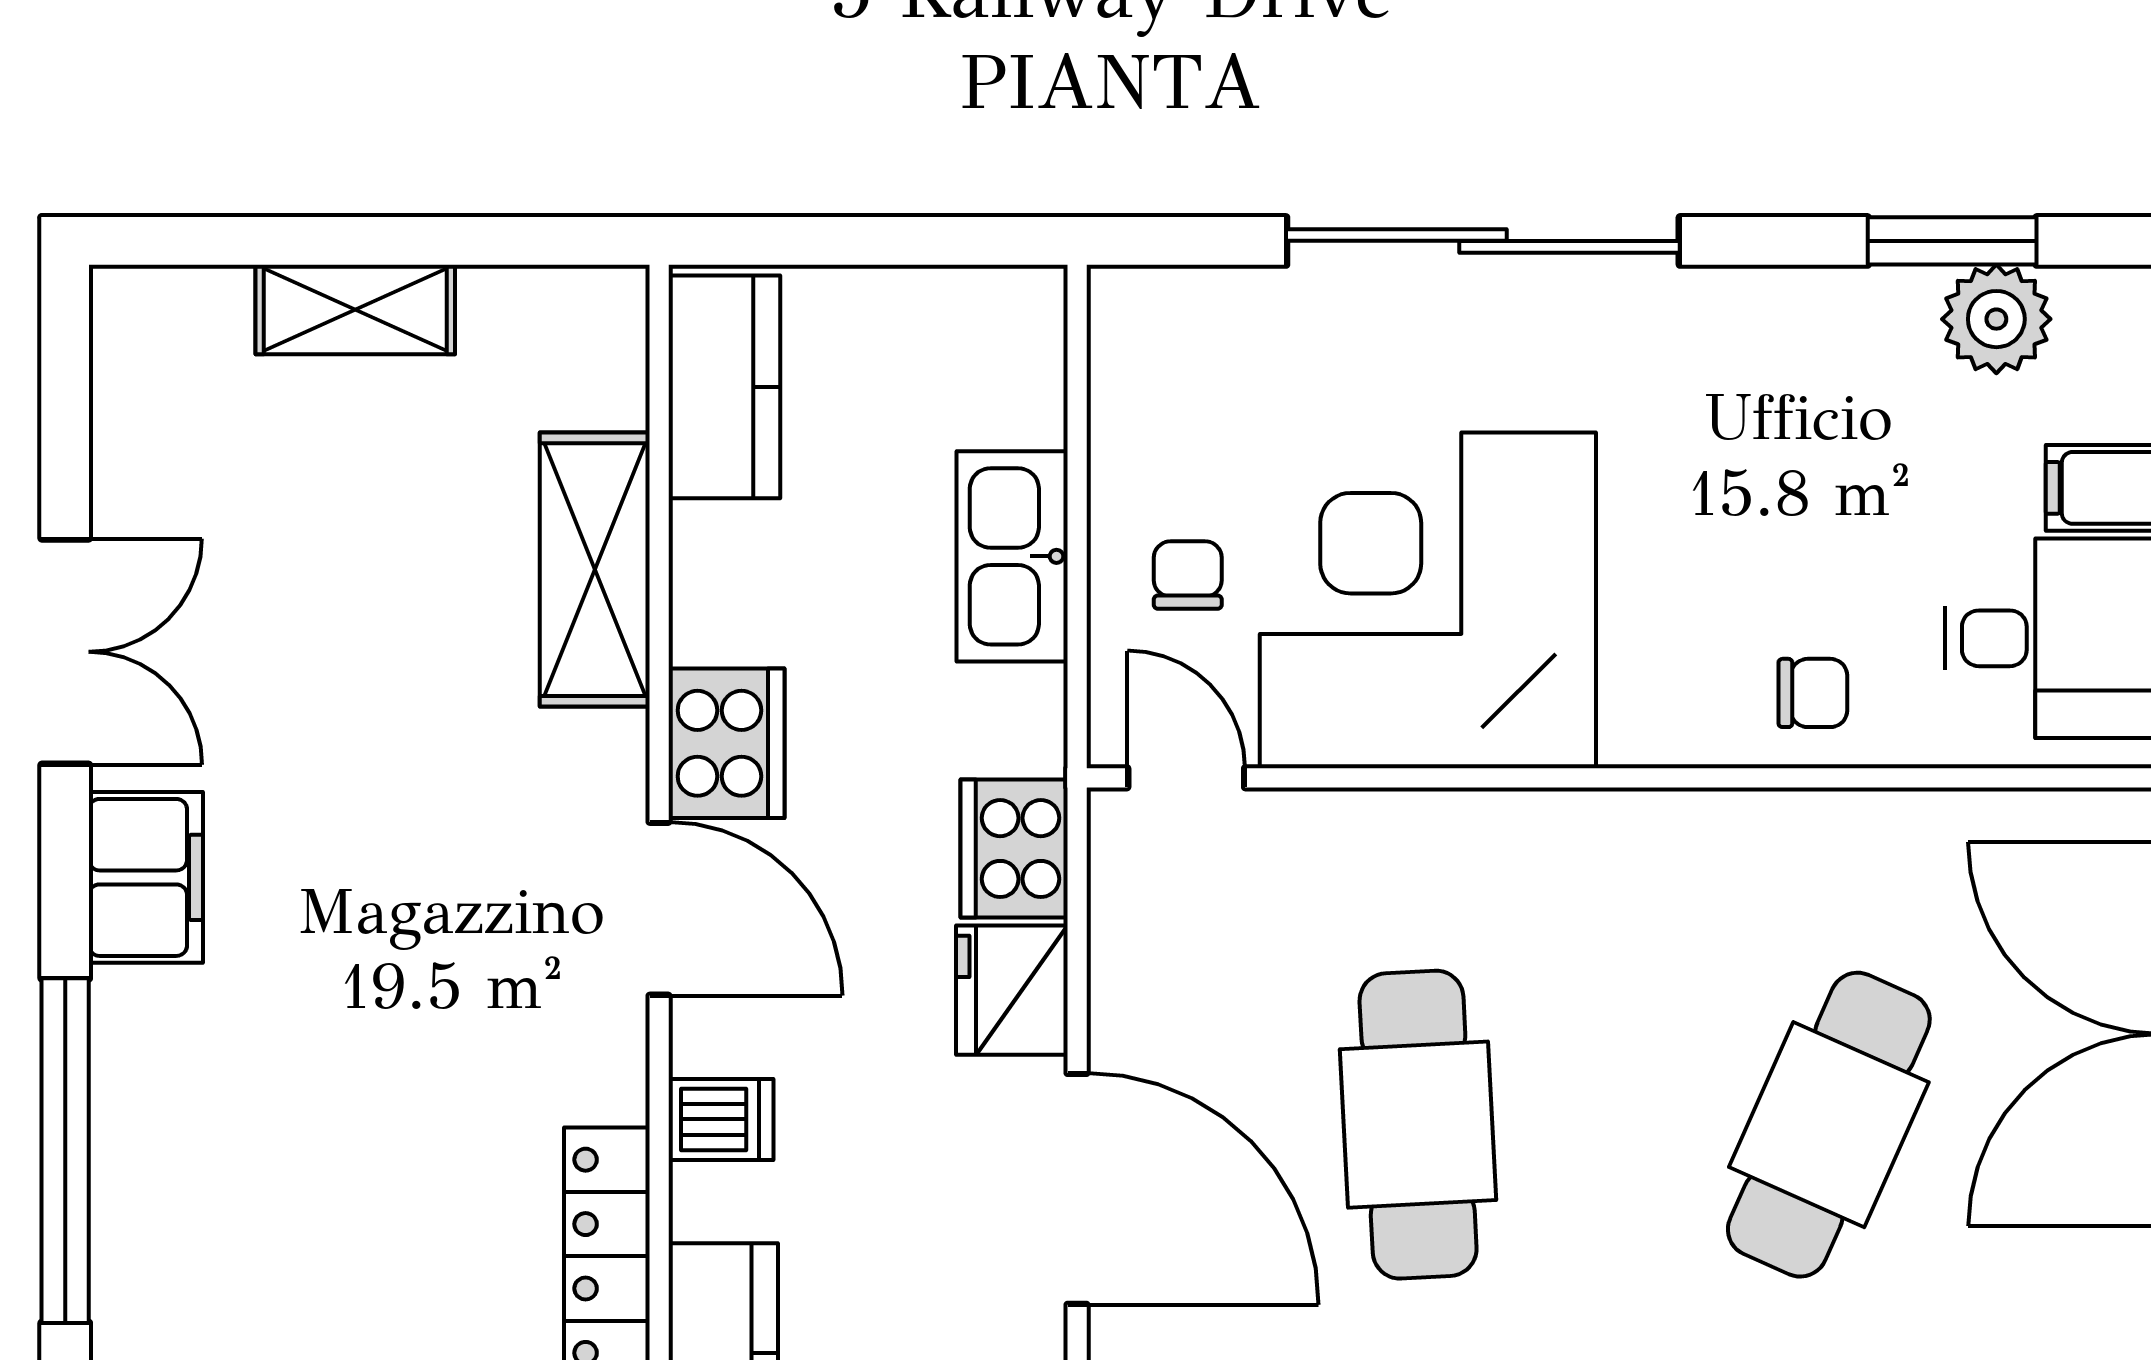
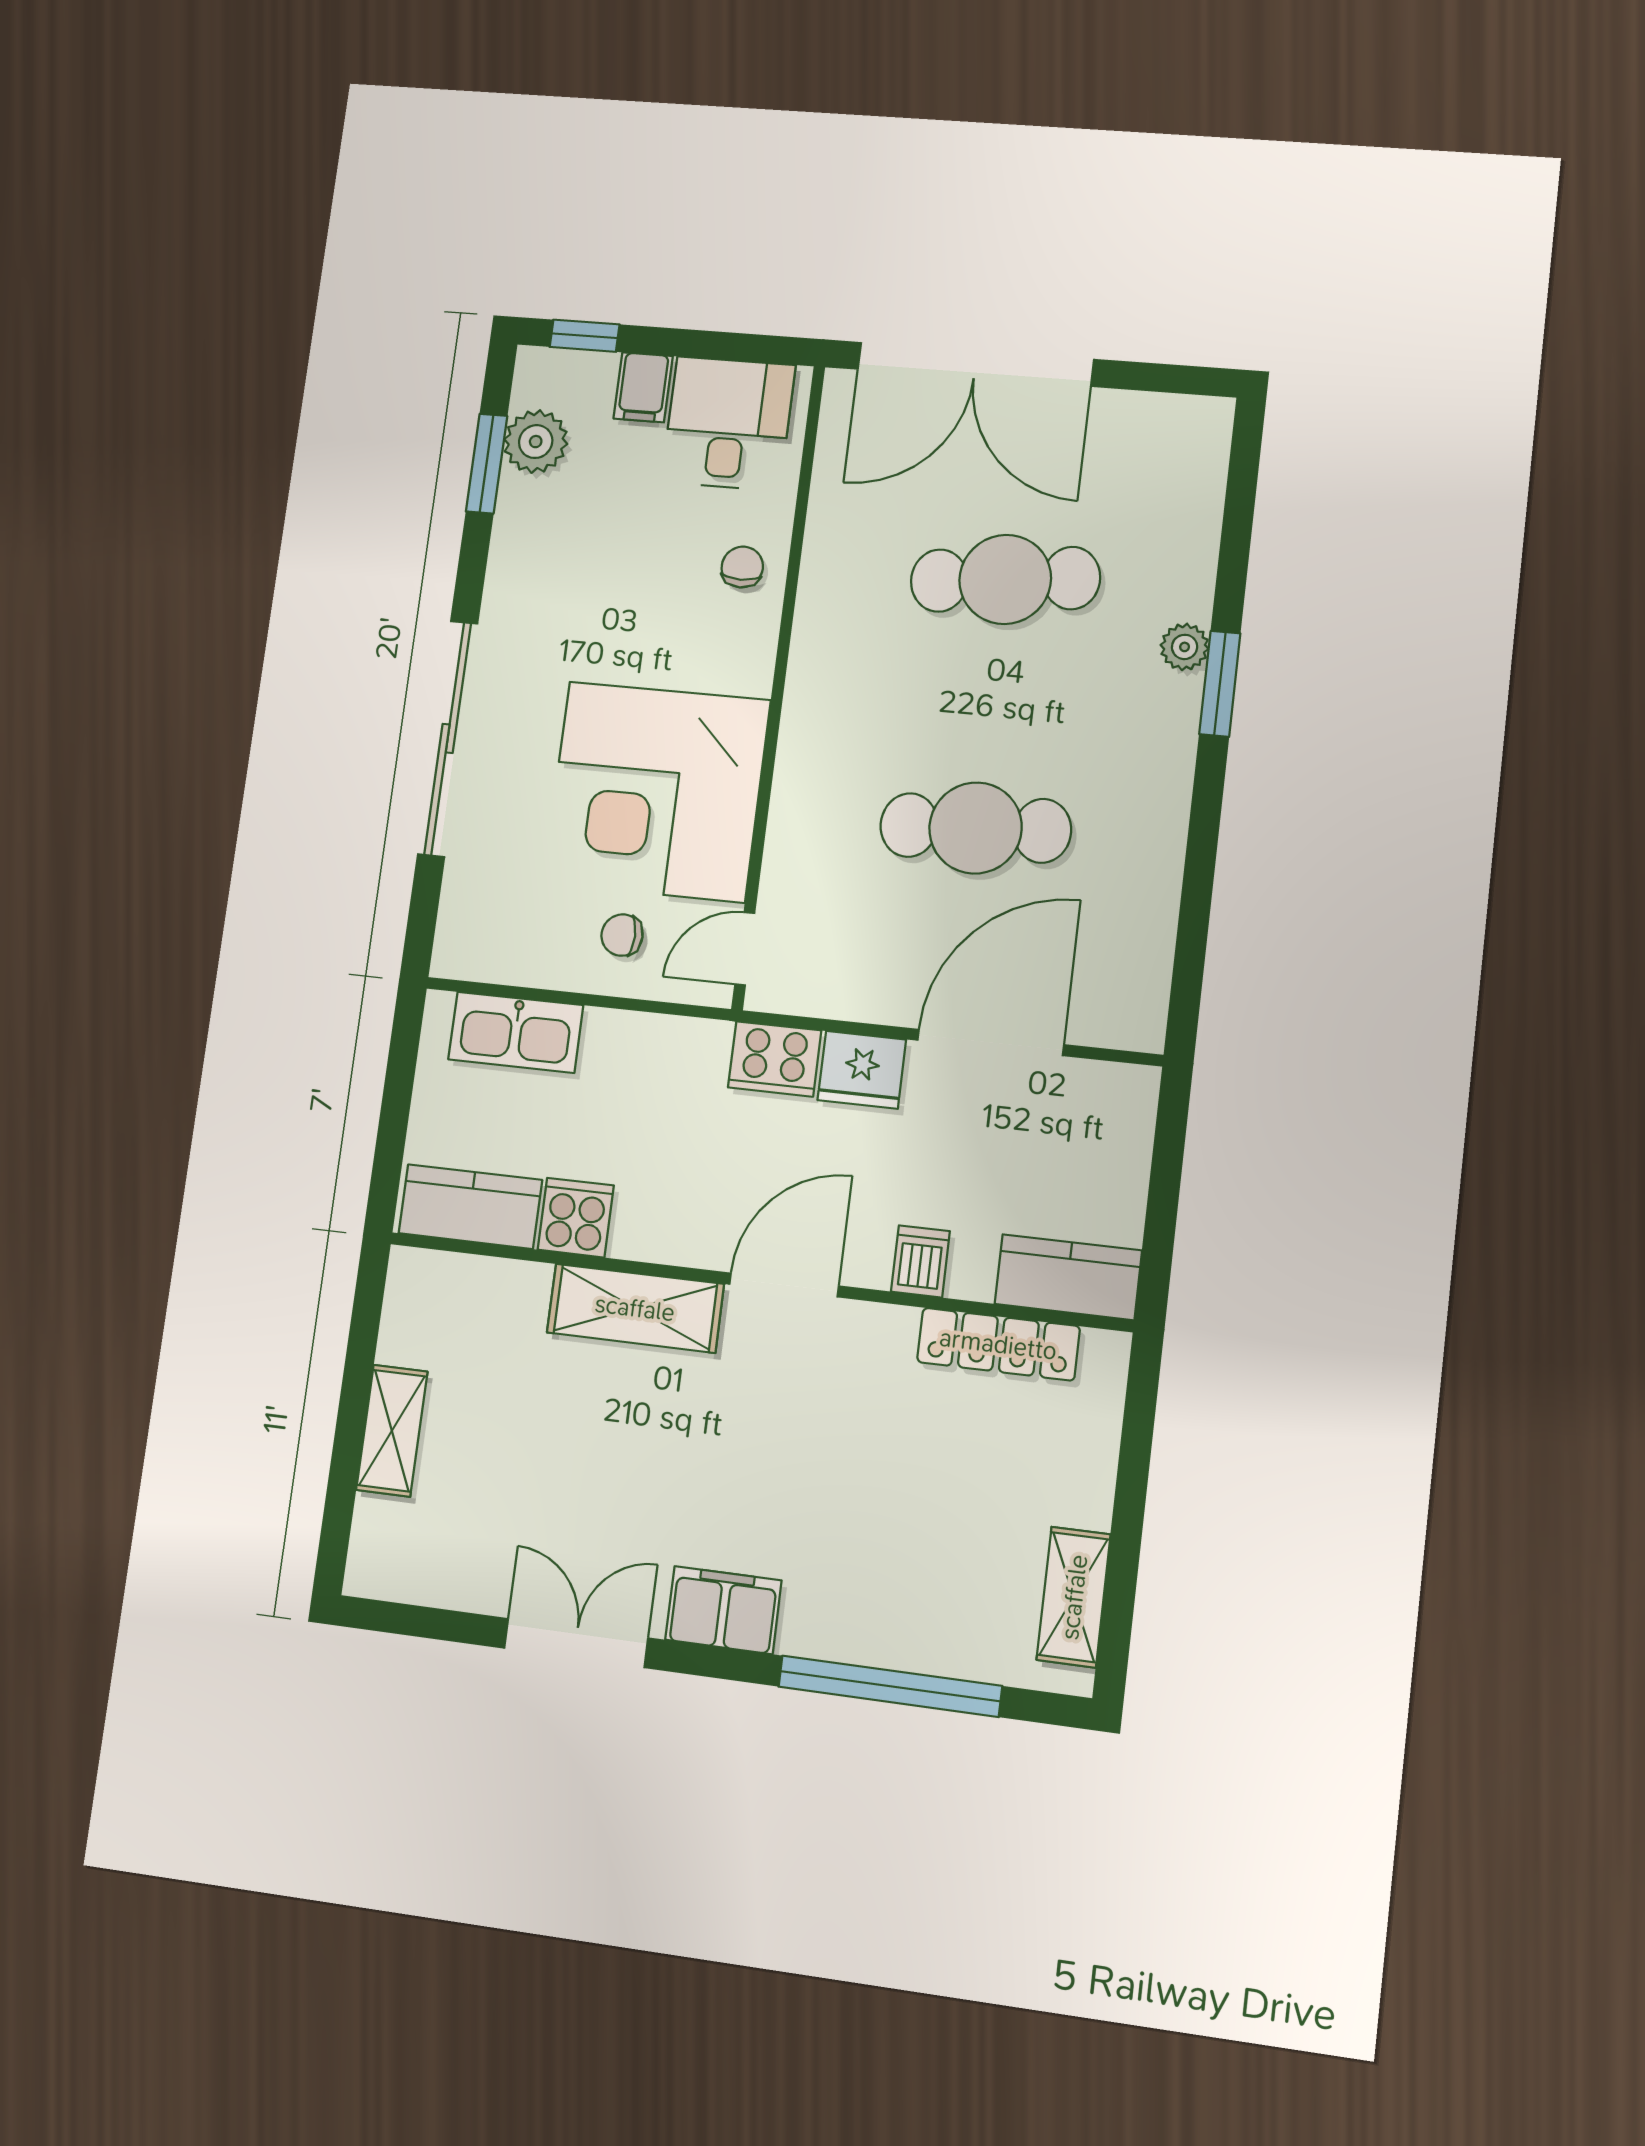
kitchen sink: (1012, 556) -> (516, 1032), moved
shelving: (595, 570) -> (635, 1308), moved
cooker: (726, 743) -> (576, 1218), moved, width x0.73
cafe table: (1829, 1125) -> (1005, 579), turned -30

